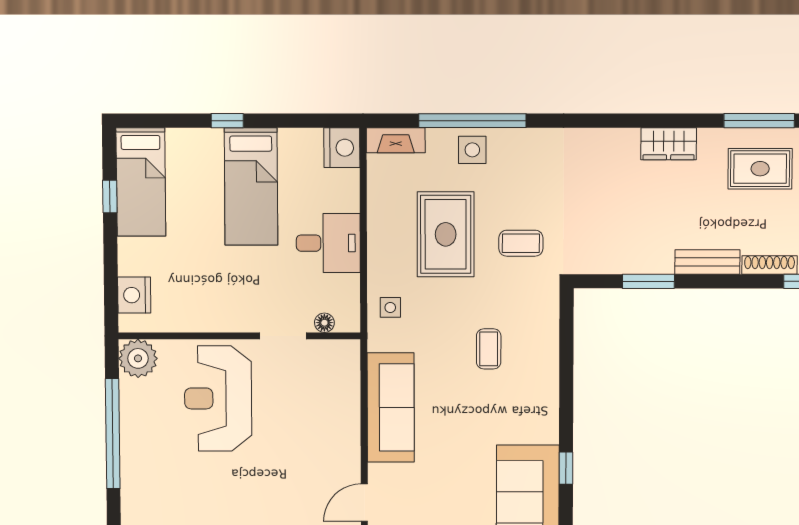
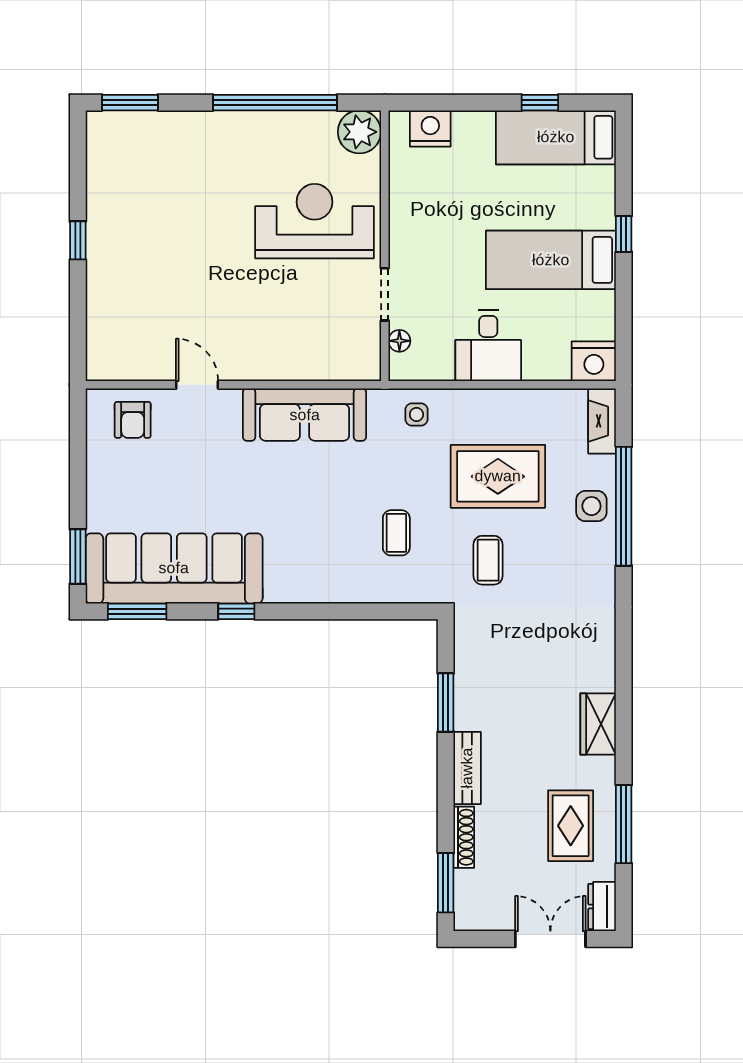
coffee table: (489, 349) -> (396, 533), moved, turned 90

